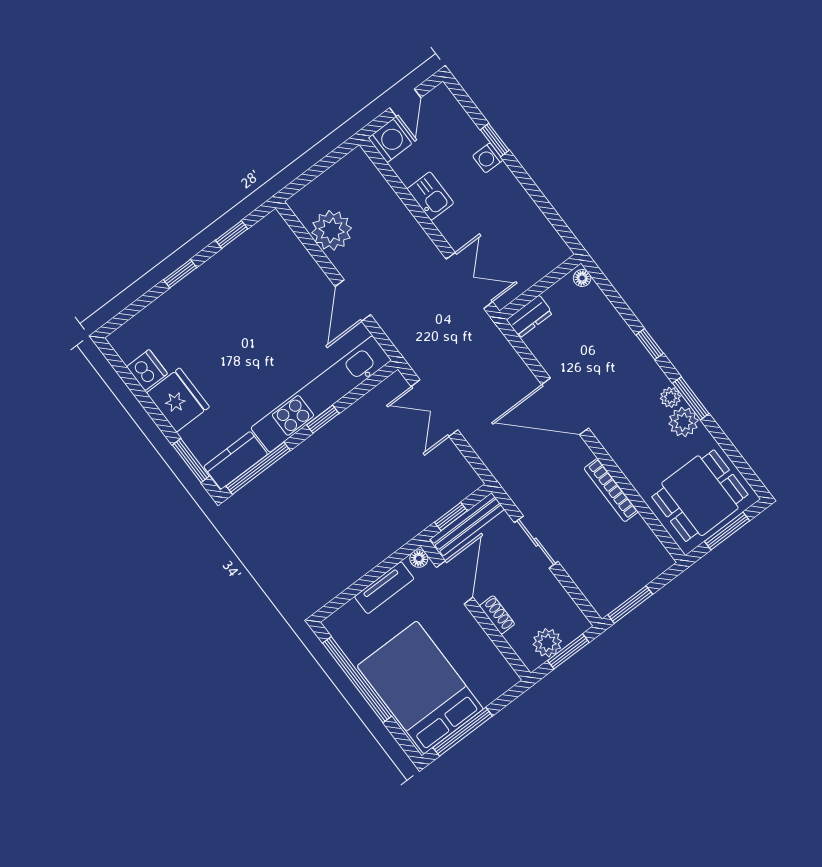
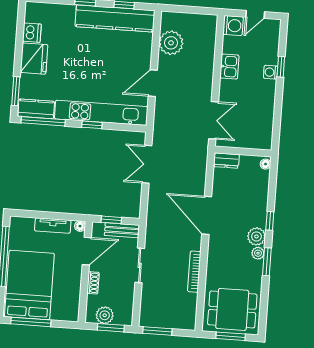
kitchen counter: (235, 261) -> (115, 19), added
plant: (683, 422) -> (256, 236), moved
bench: (467, 524) -> (122, 230), width x0.73

